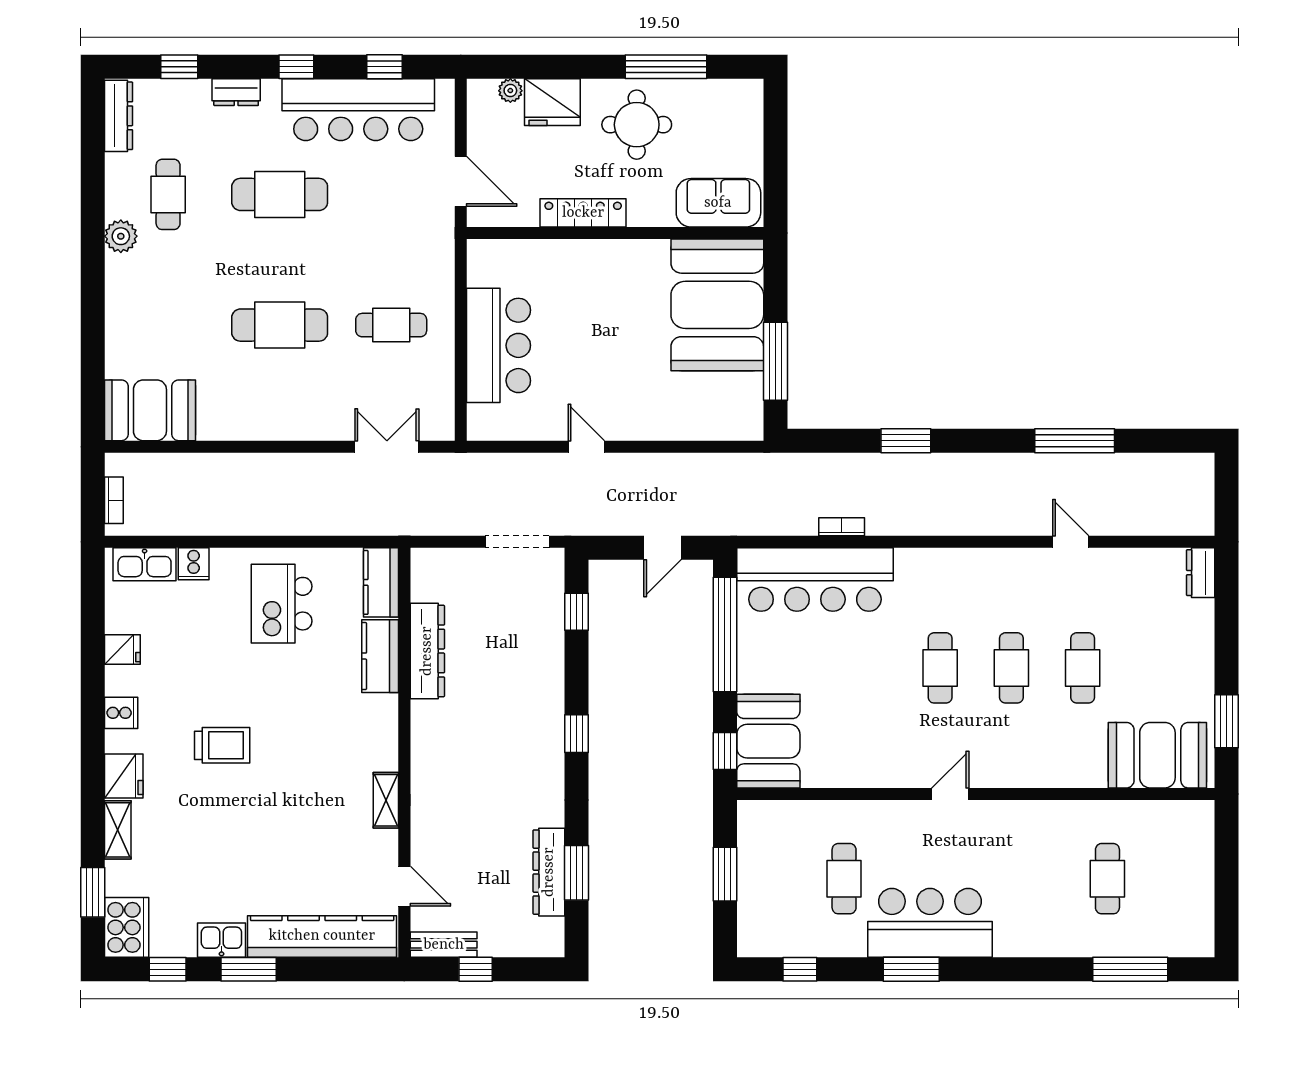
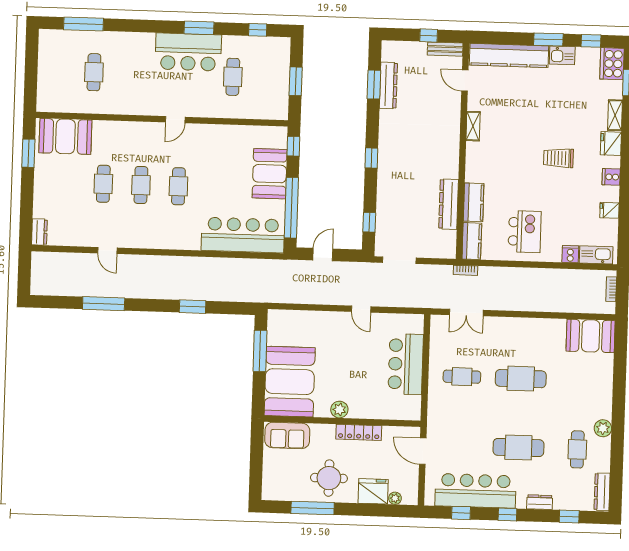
plant: (621, 255) -> (339, 410), added
bookcase: (842, 527) -> (465, 270), moved
booth: (768, 741) -> (270, 174), moved

